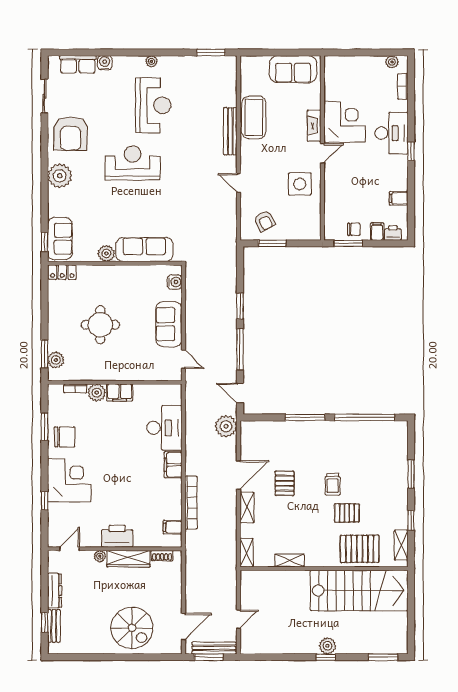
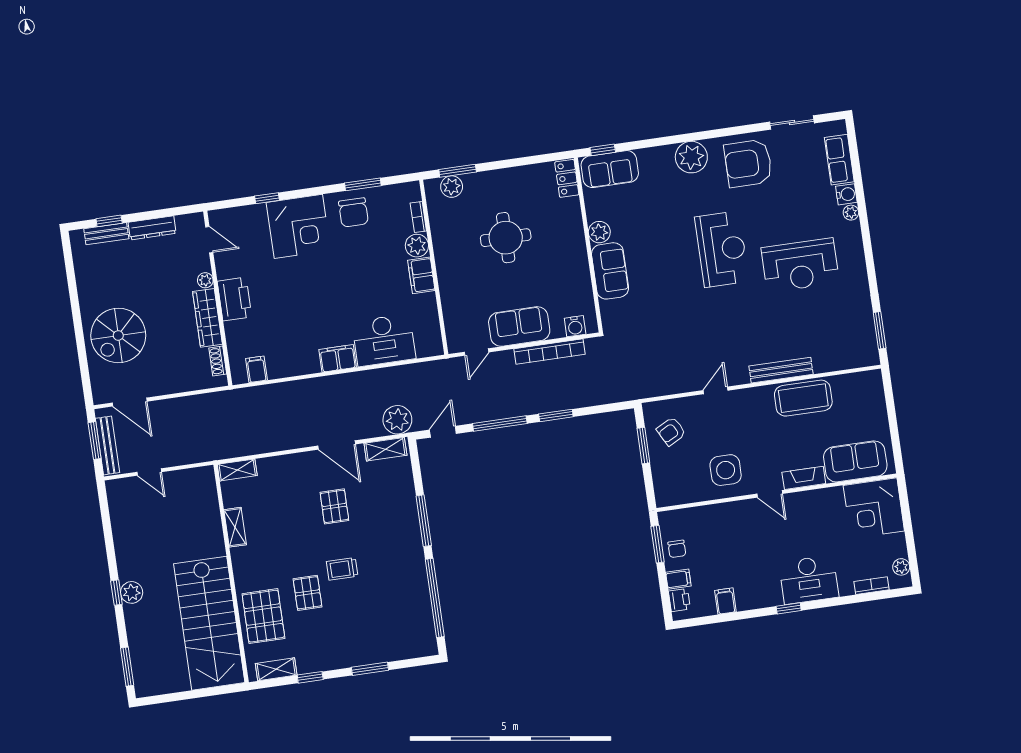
plant: (151, 61) -> (851, 213), moved
sofa: (293, 69) -> (855, 461), moved, turned 90
corner desk: (345, 122) -> (874, 508), moved, turned 90
sofa: (144, 250) -> (610, 271), width x0.73
pallet: (285, 483) -> (334, 506), turned 90
bookcase: (191, 502) -> (549, 352), moved
shelving: (247, 508) -> (385, 449), moved

